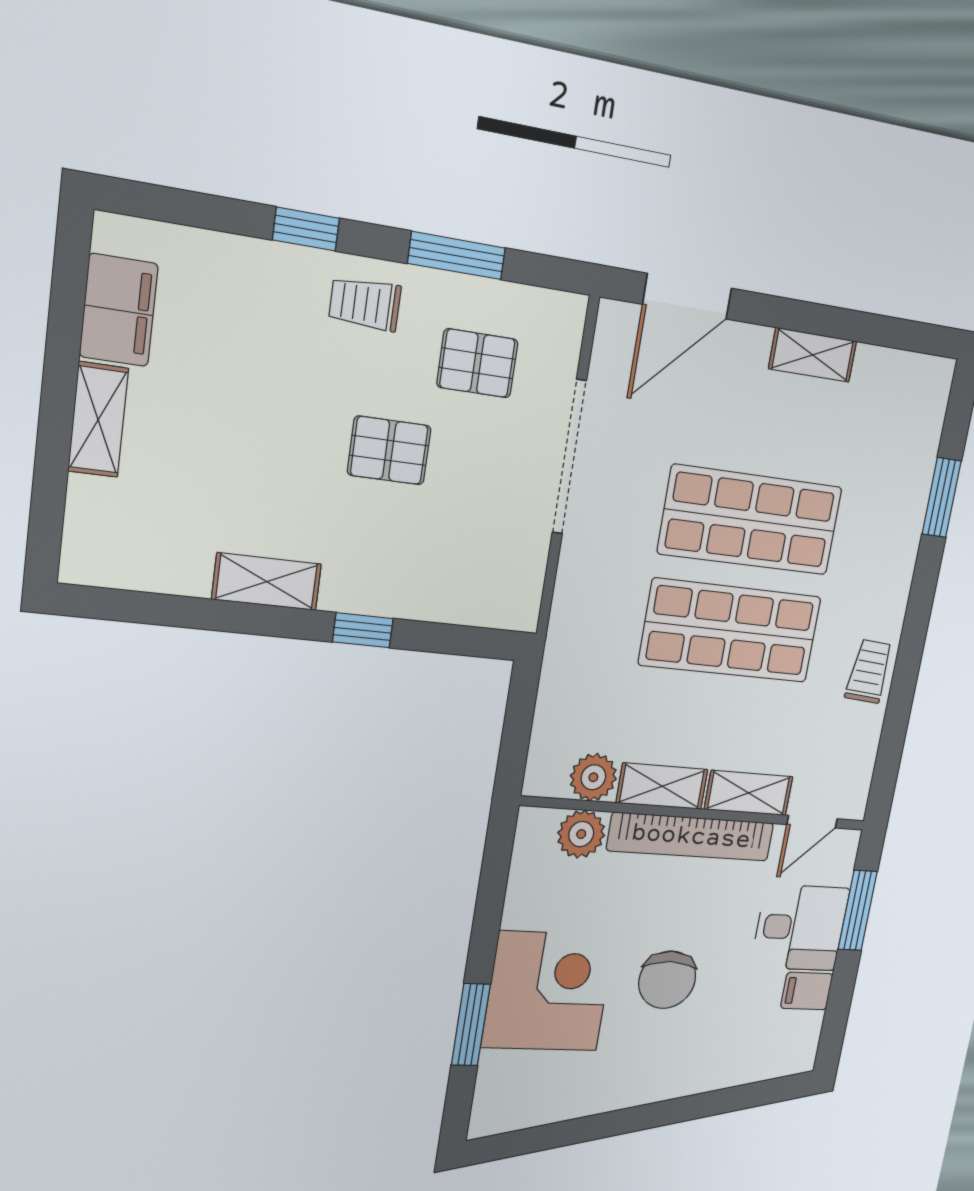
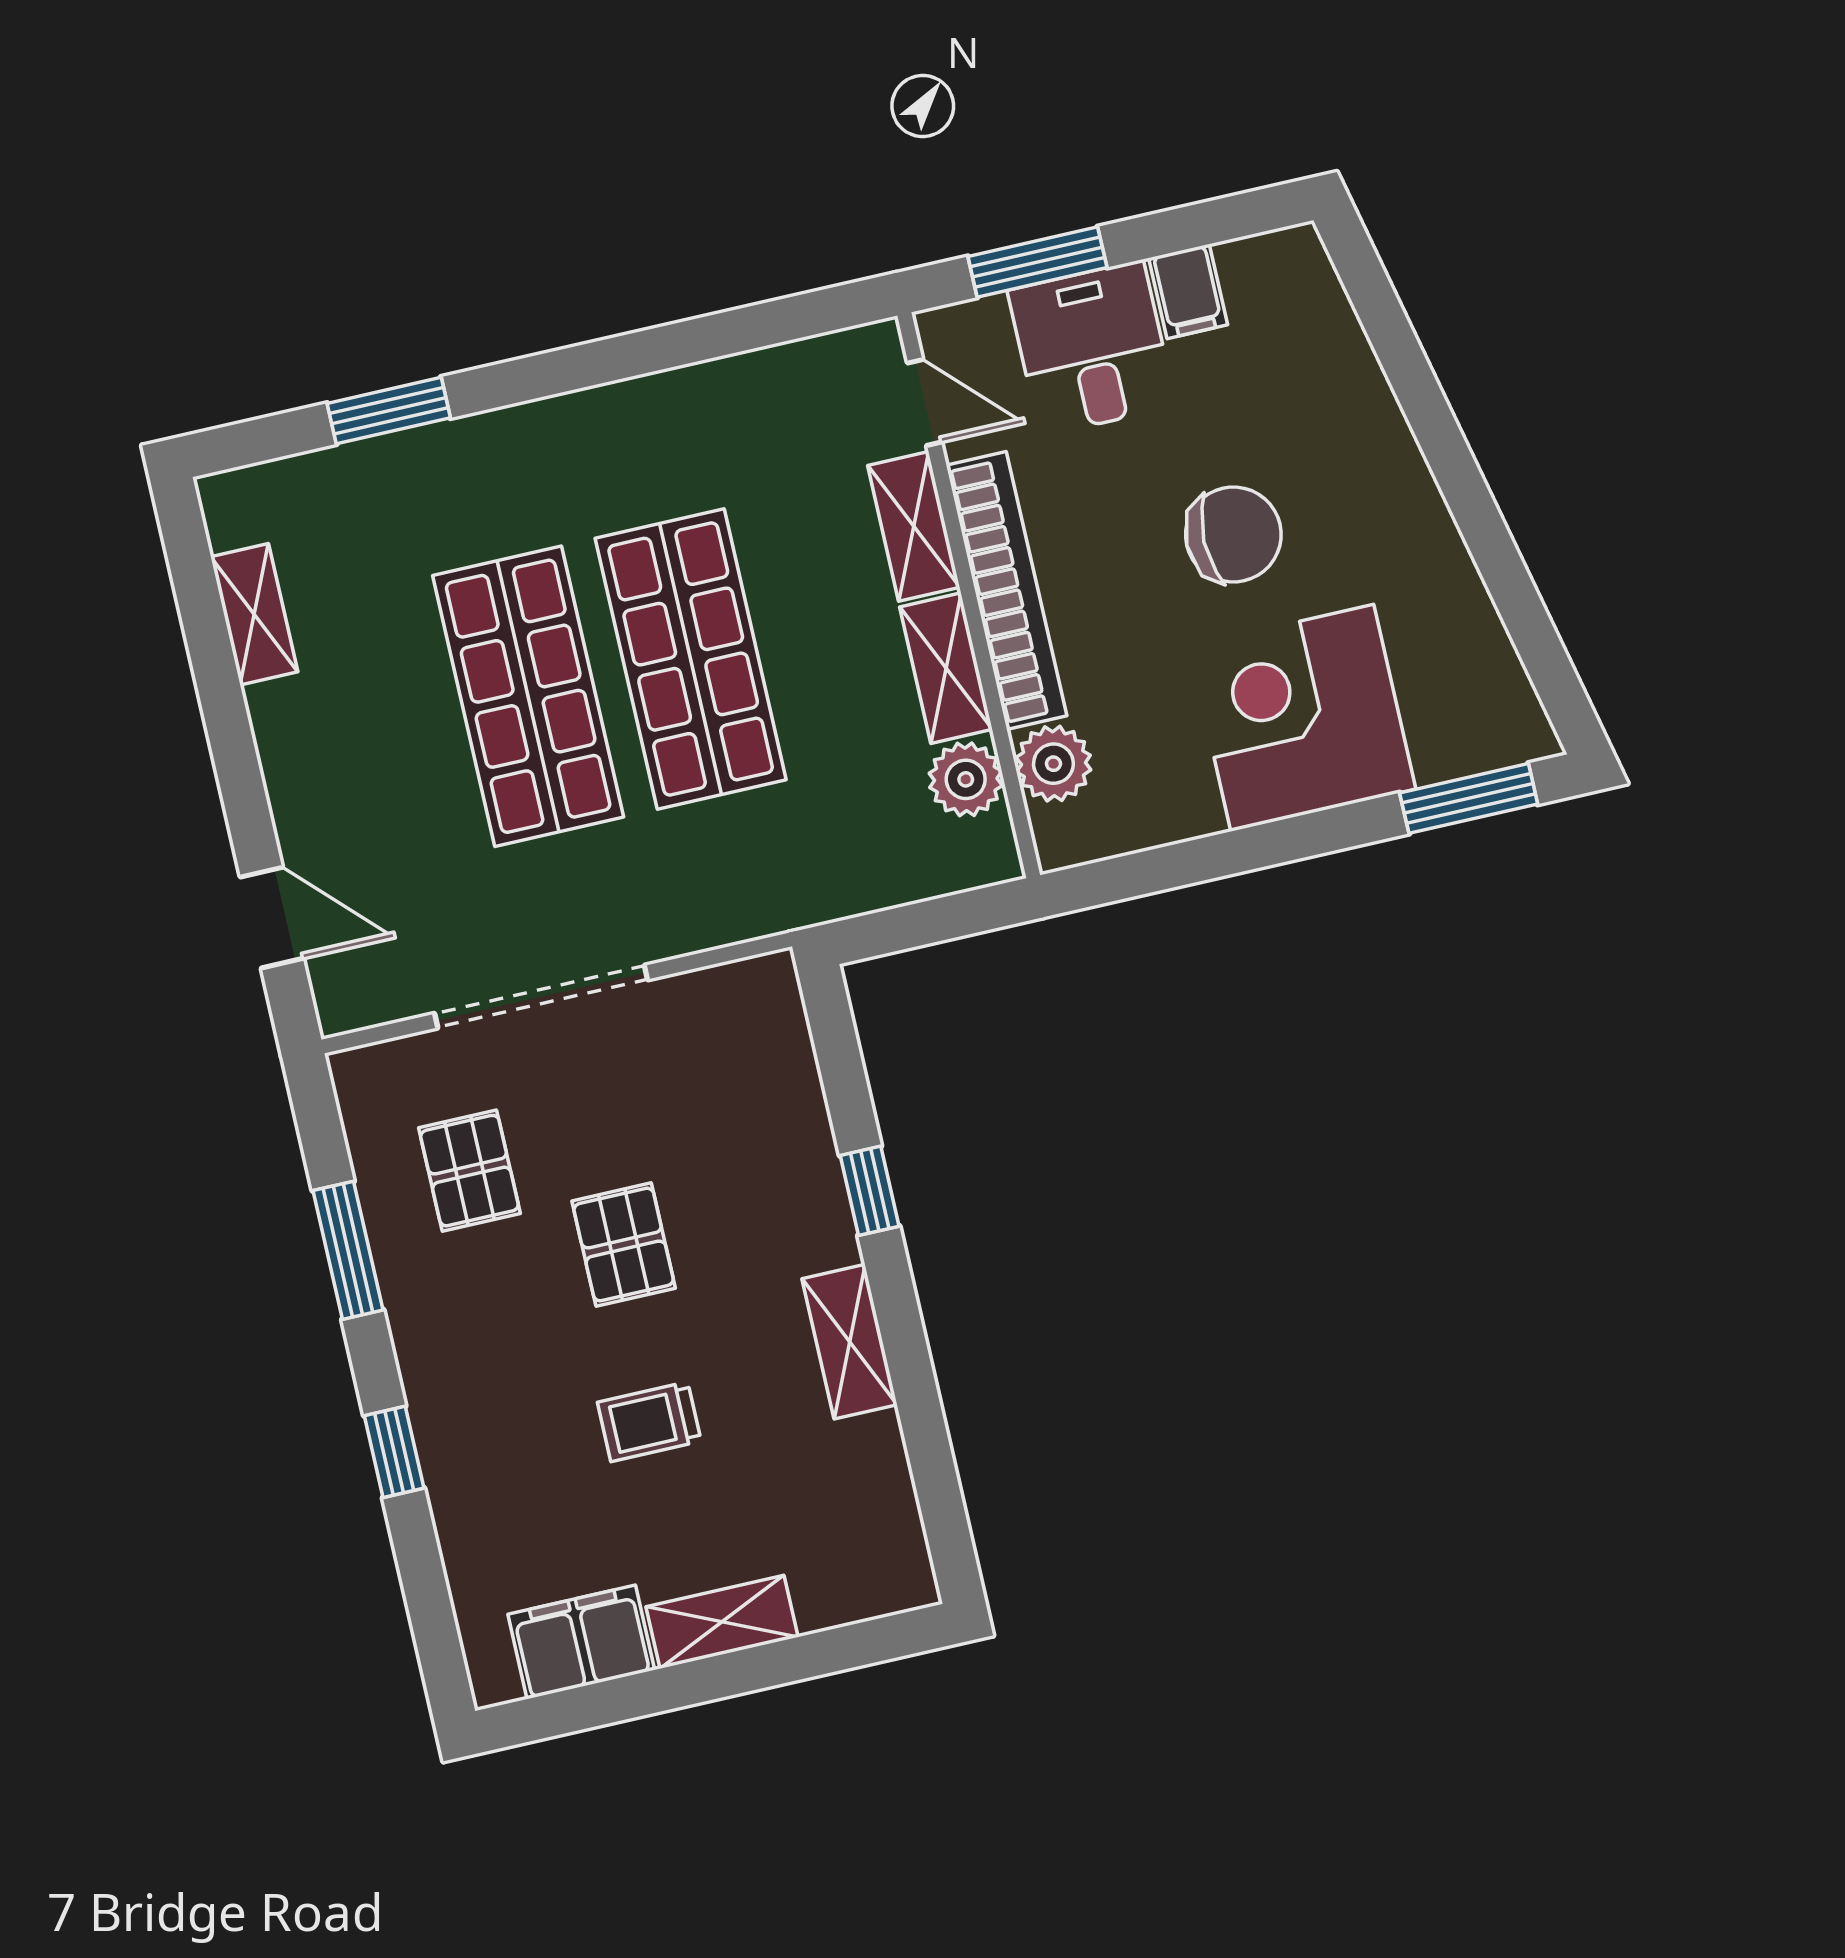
door: (687, 296) -> (272, 918), width x0.73
trolley: (365, 304) -> (649, 1422), moved, turned 90
shelving: (813, 355) -> (254, 614), moved
trolley: (869, 671) -> (674, 411), removed
window: (471, 1025) -> (1469, 798), moved

